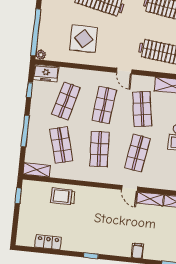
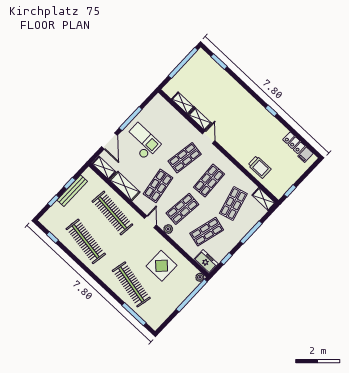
plant: (103, 77) -> (168, 229), added
filing cabinet: (138, 251) -> (305, 155), moved

